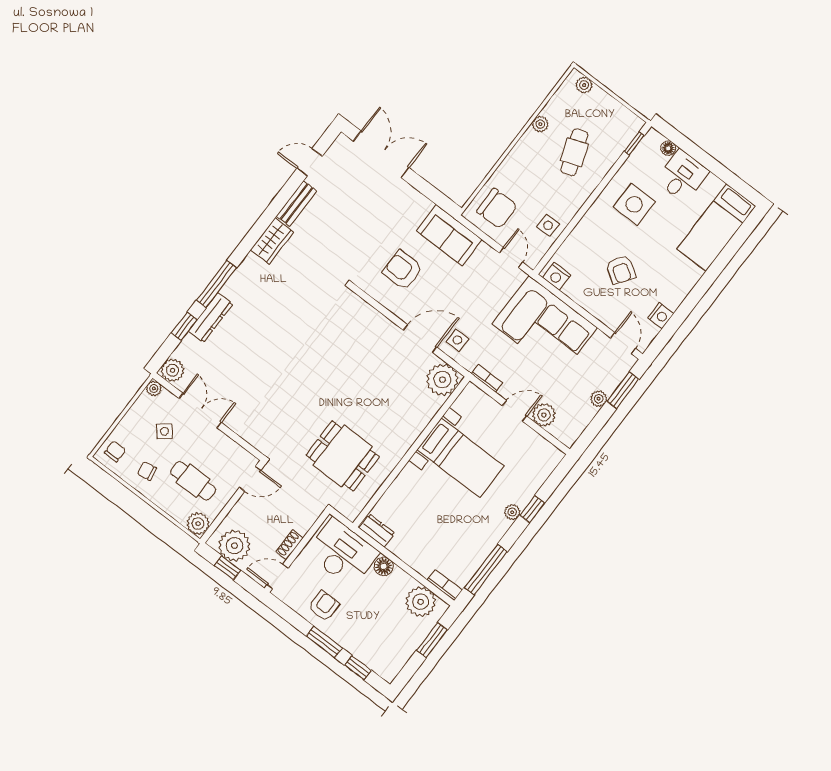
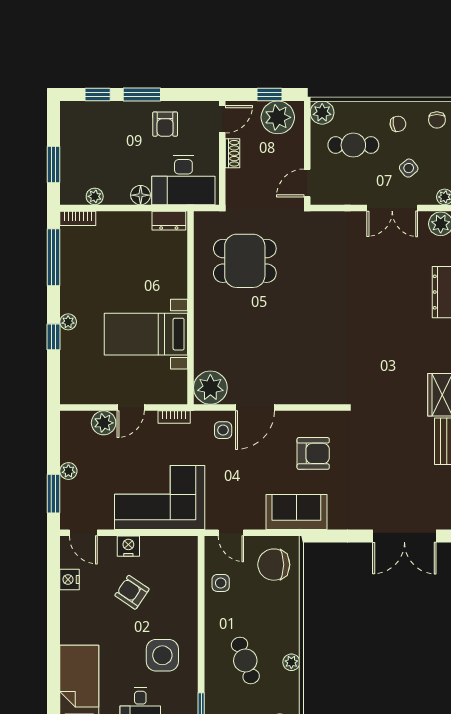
nightstand: (557, 276) -> (128, 546), moved
plant: (421, 602) -> (95, 196), width x0.53, depth x0.53

